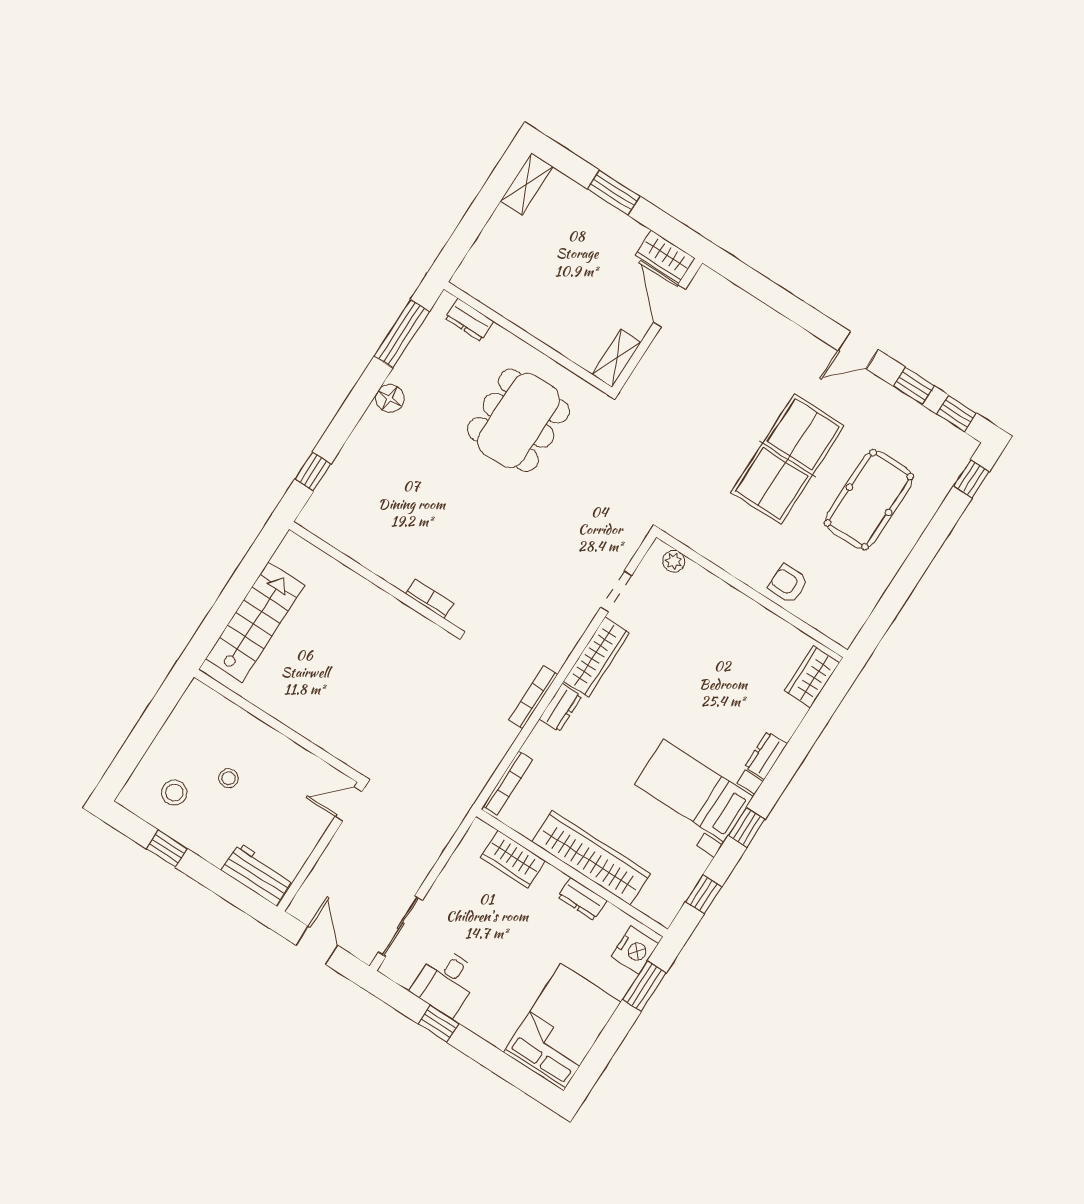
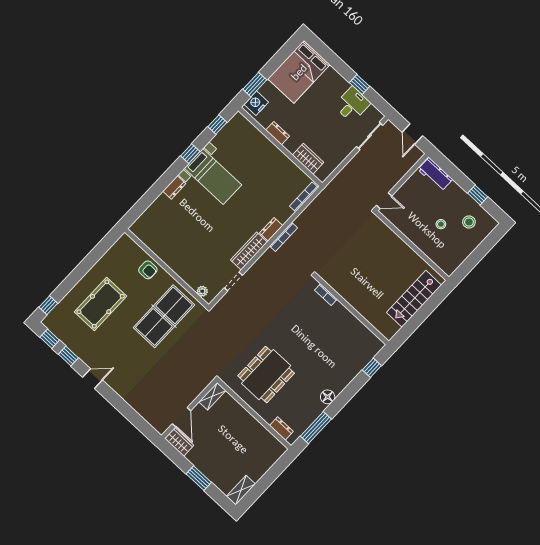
table tennis table: (788, 459) -> (164, 316), moved
wardrobe: (812, 677) -> (144, 222), removed
wardrobe: (591, 858) -> (269, 153), removed

